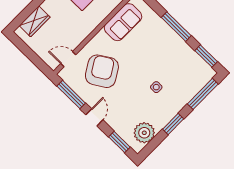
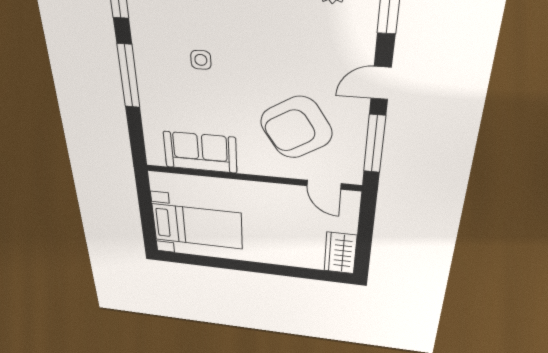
wardrobe: (35, 21) -> (340, 253), moved, turned -90
side table: (156, 87) -> (201, 60), moved

